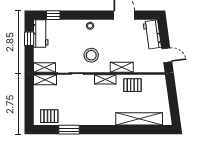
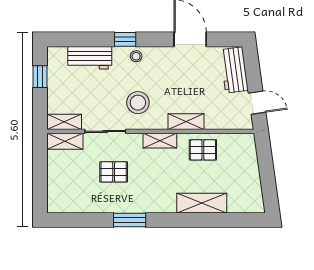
window: (53, 15) -> (125, 39), moved
workbench: (41, 33) -> (90, 58), moved, turned 90
pallet: (49, 116) -> (114, 172), moved
shelving: (139, 119) -> (202, 203), width x0.68
window: (69, 130) -> (130, 220), moved

